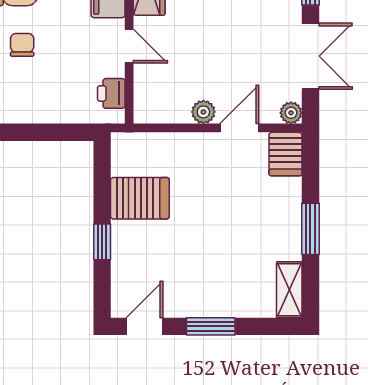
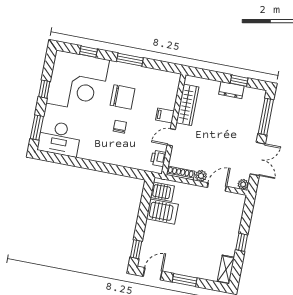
door: (129, 46) -> (171, 137), swing flipped
shoe rack: (161, 114) -> (181, 173), added
server rack: (285, 154) -> (162, 192), moved, turned -90
window: (310, 229) -> (242, 242), width x0.67
window: (102, 242) -> (136, 249), moved

